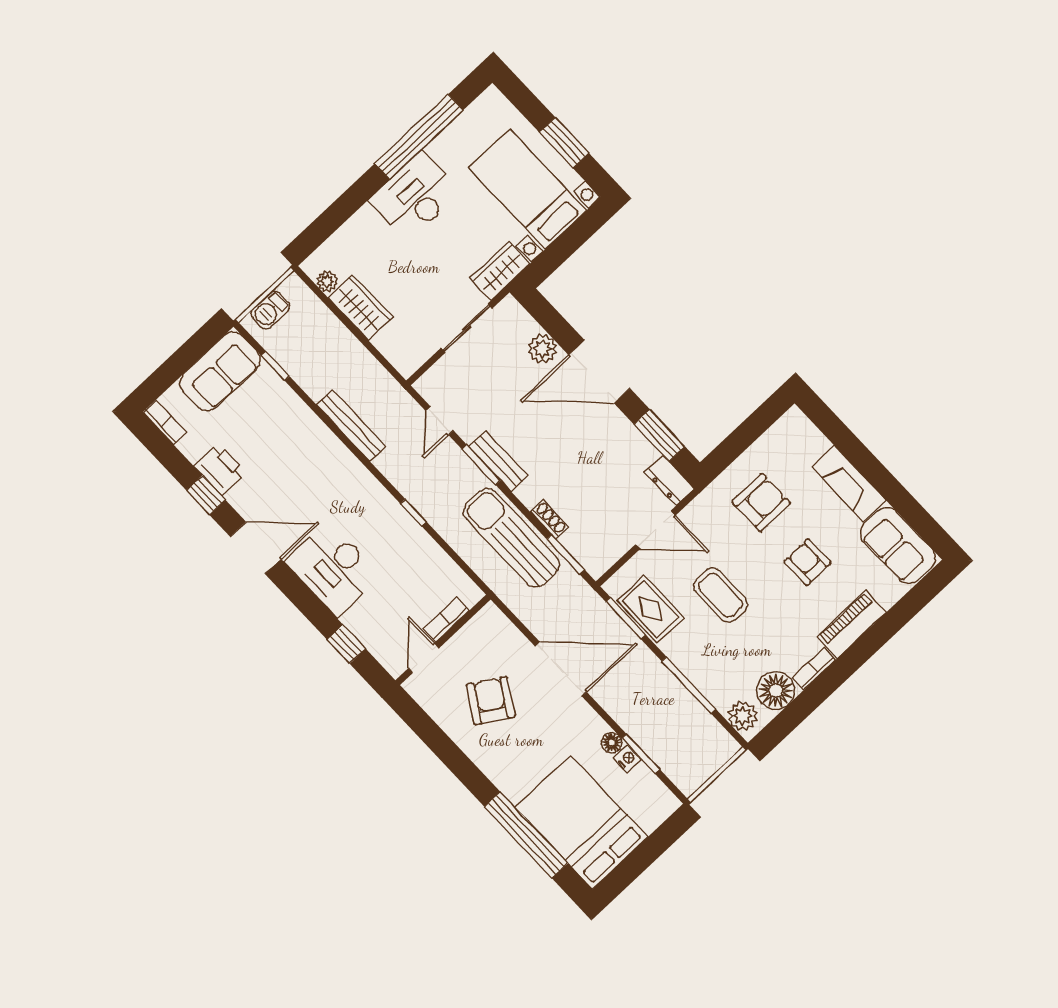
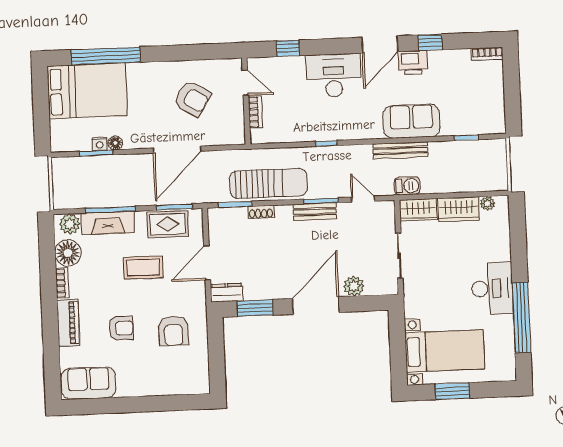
wardrobe: (500, 271) -> (418, 210), moved, turned 90
barbecue: (270, 310) -> (407, 186), moved, turned 90
sofa: (220, 372) -> (411, 121), moved, turned 90
printer: (220, 469) -> (413, 62), moved
fireplace: (849, 483) -> (108, 223), moved, turned 180

